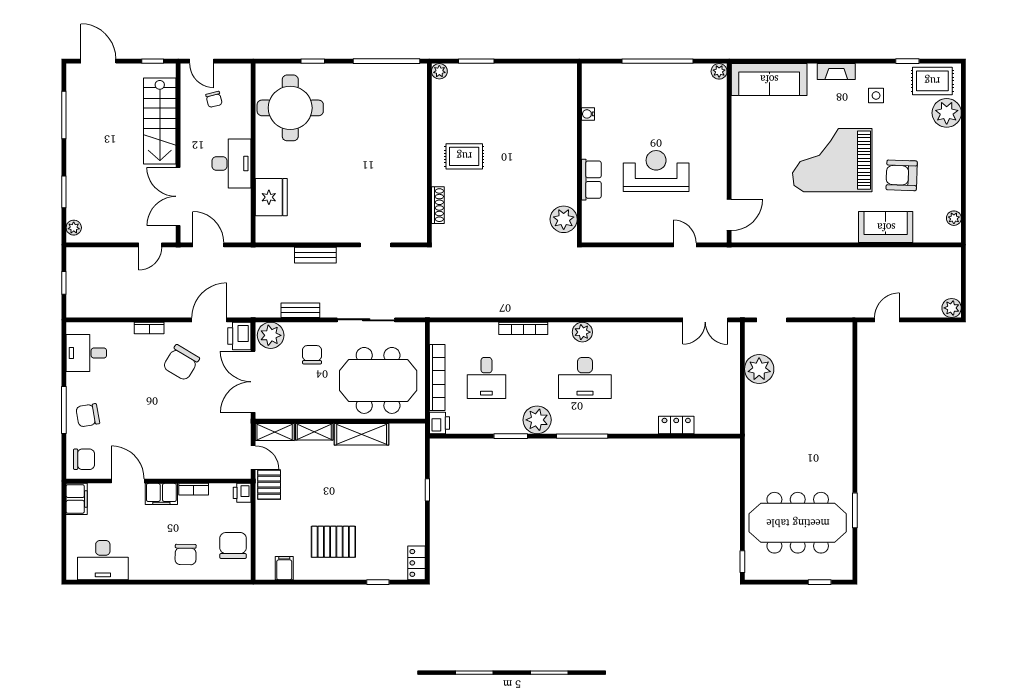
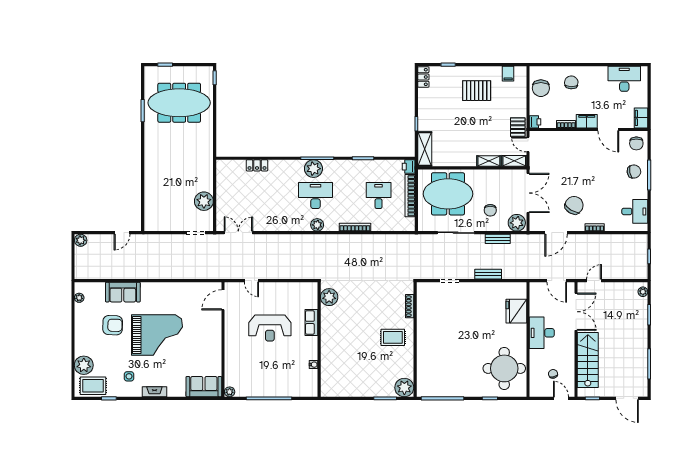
plant: (439, 71) -> (404, 388), width x1.87, depth x1.87
sofa: (769, 79) -> (204, 387), width x0.73
printer: (239, 336) -> (537, 222), removed
plant: (537, 420) -> (313, 169), moved
shelving: (362, 434) -> (425, 149), moved, turned 90
chair: (84, 459) -> (636, 143), turned -90

